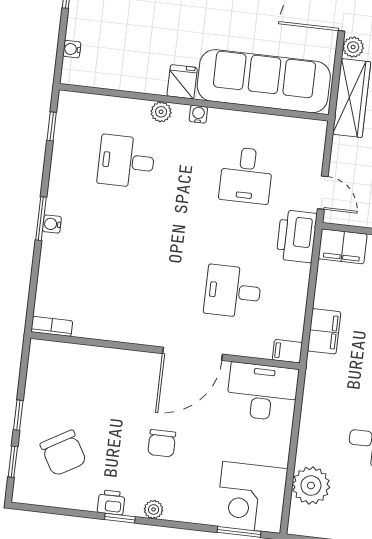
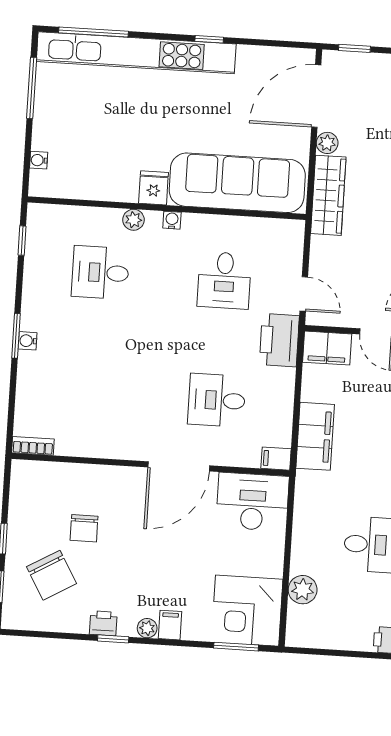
filing cabinet: (324, 331) -> (315, 436), width x1.50, depth x1.17
chair: (162, 443) -> (84, 528), moved
plant: (311, 486) -> (303, 590), width x0.73, depth x0.73
filing cabinet: (176, 508) -> (170, 625), added

